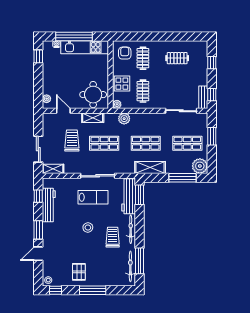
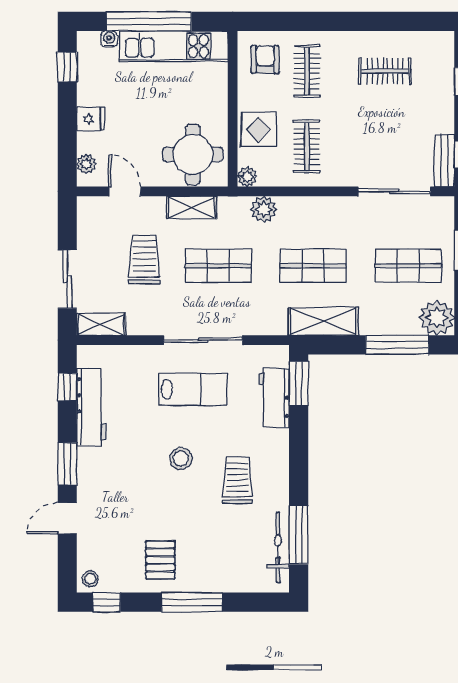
fridge: (49, 79) -> (91, 119), added
workbench: (129, 196) -> (274, 398), width x0.73
bicycle: (131, 229) -> (279, 462), removed

